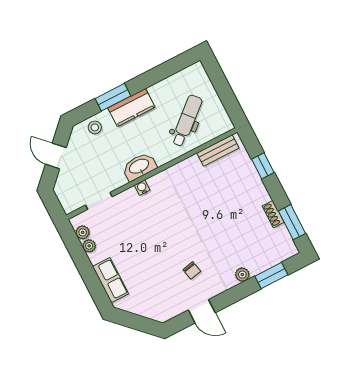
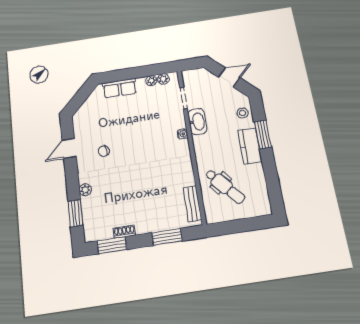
window: (263, 166) -> (167, 237), width x1.50
washbasin: (139, 167) -> (197, 122), moved

